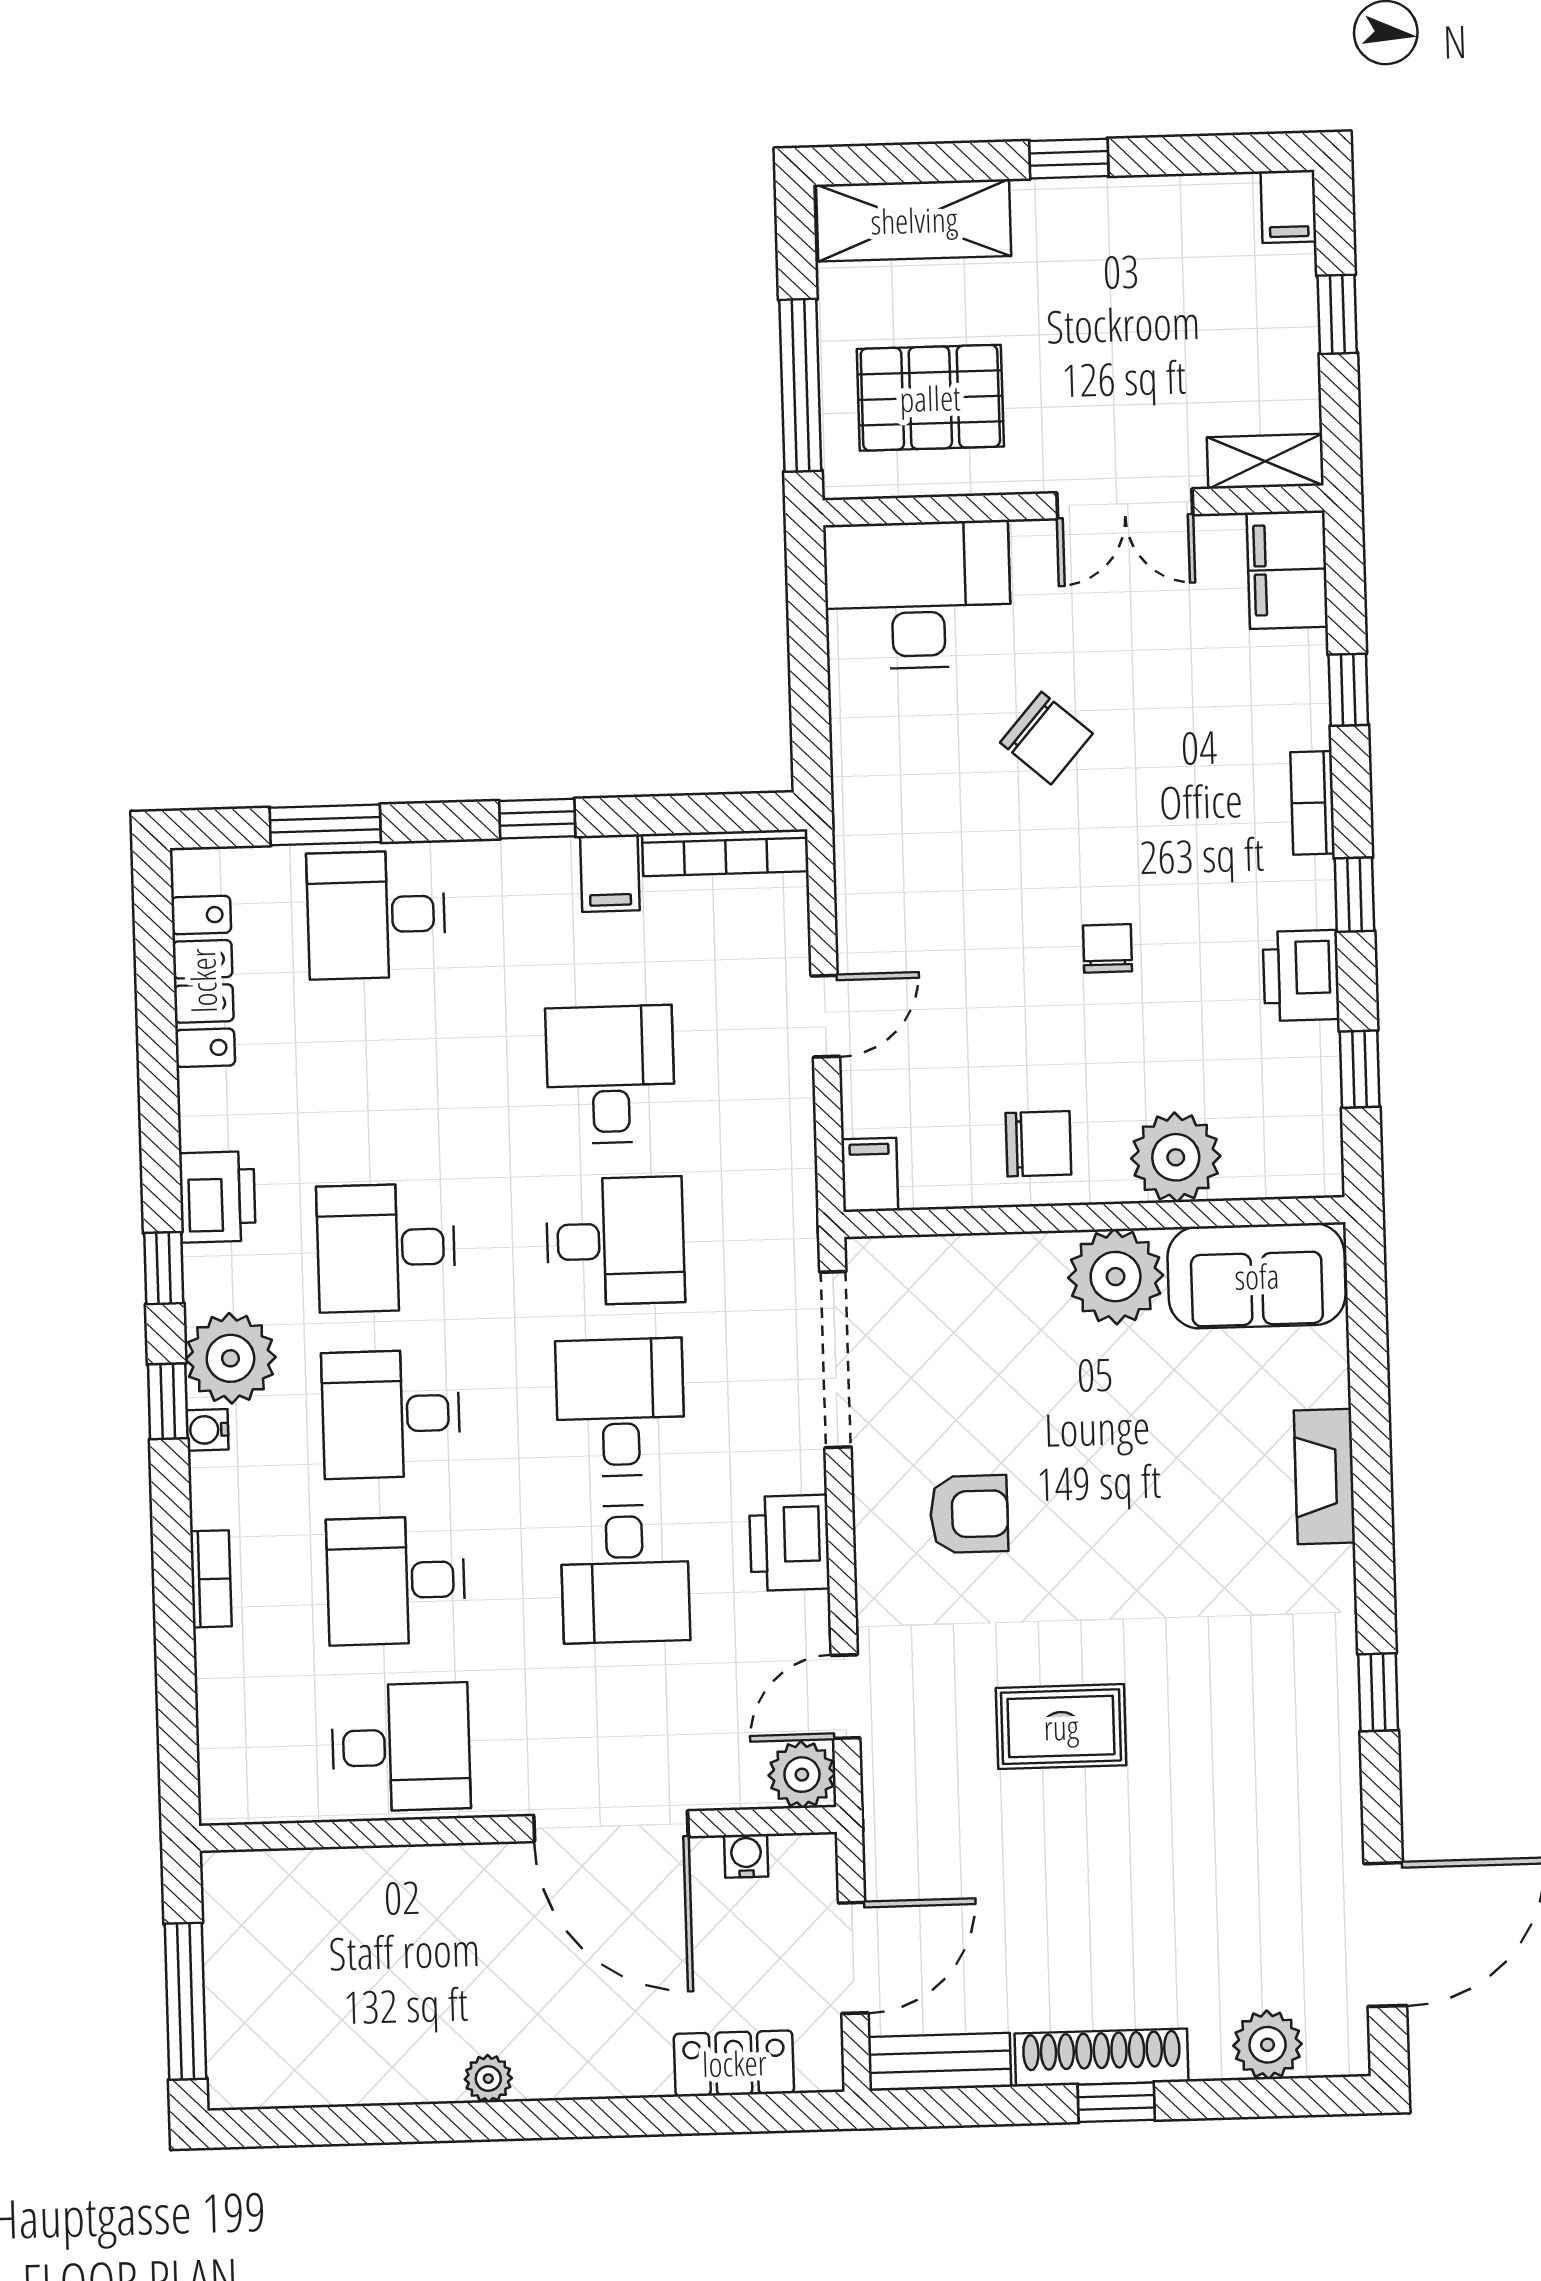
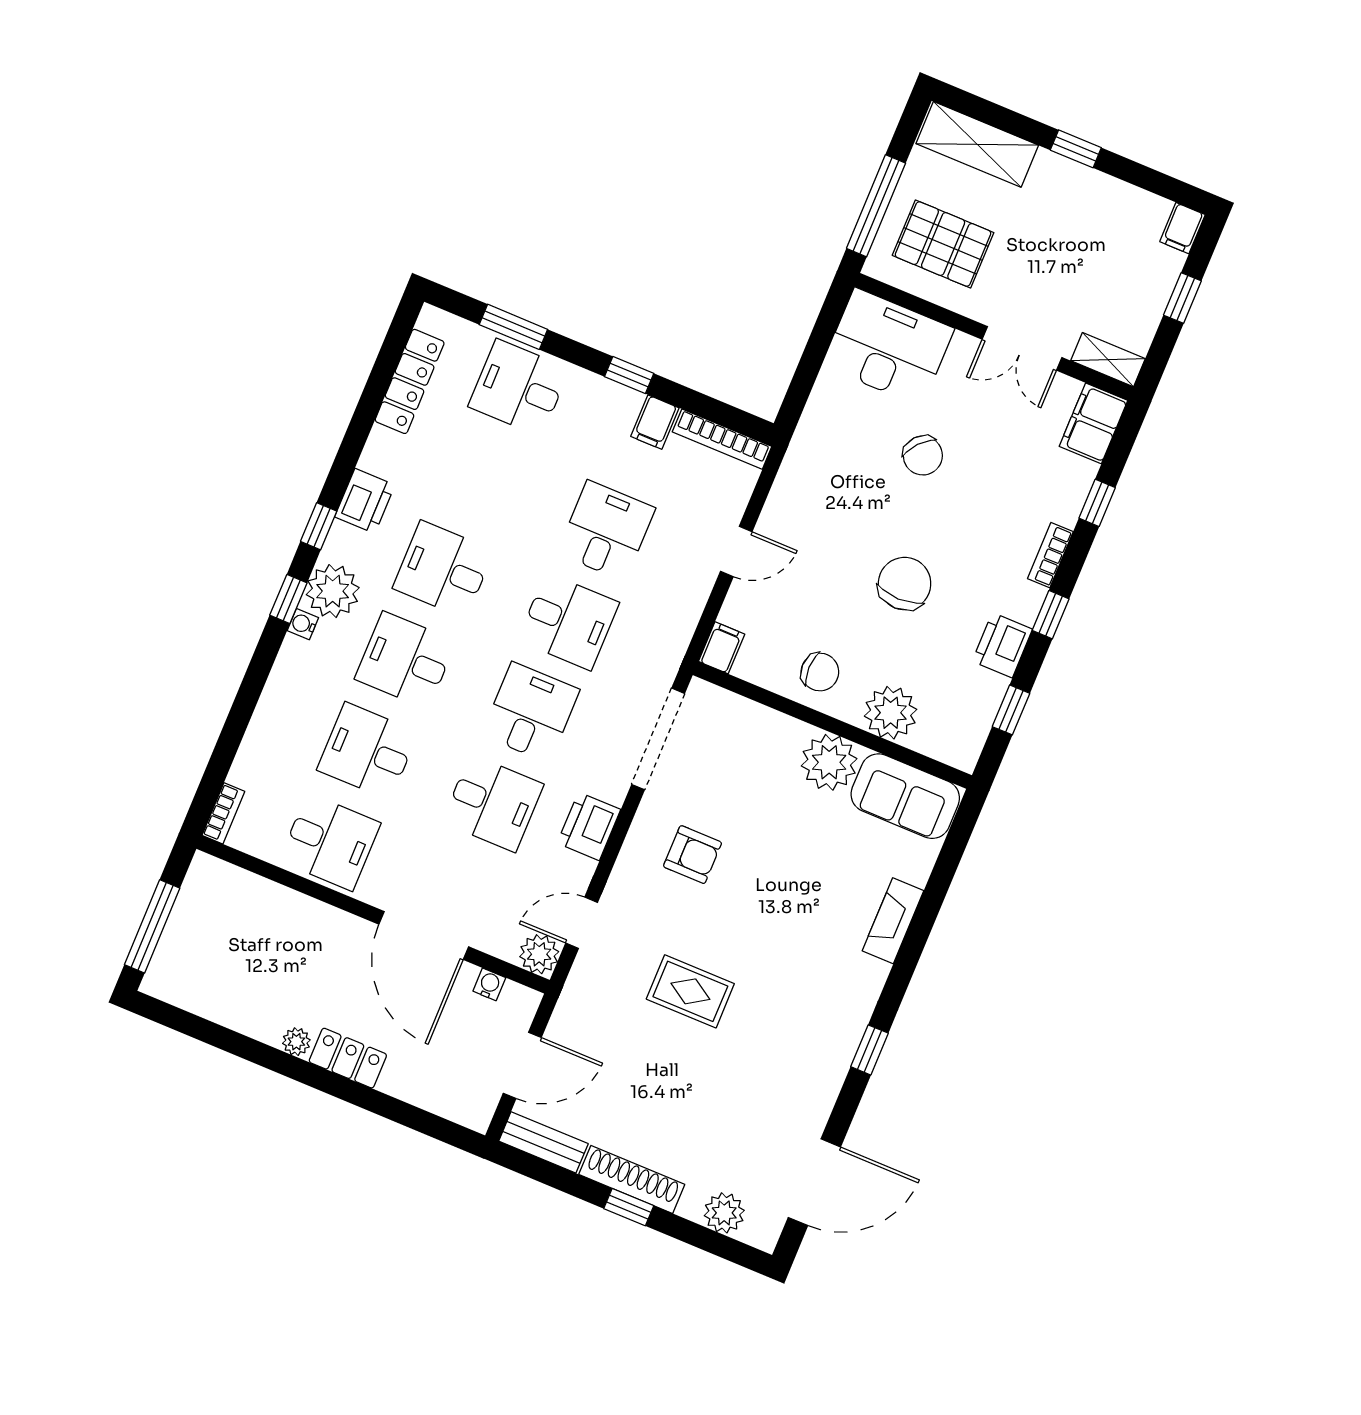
chair: (1107, 948) -> (905, 584), width x1.87, depth x1.87
desk: (625, 1574) -> (493, 803), turned -90
bookcase: (211, 1579) -> (223, 813), moved
locker: (734, 2063) -> (348, 1058), moved

